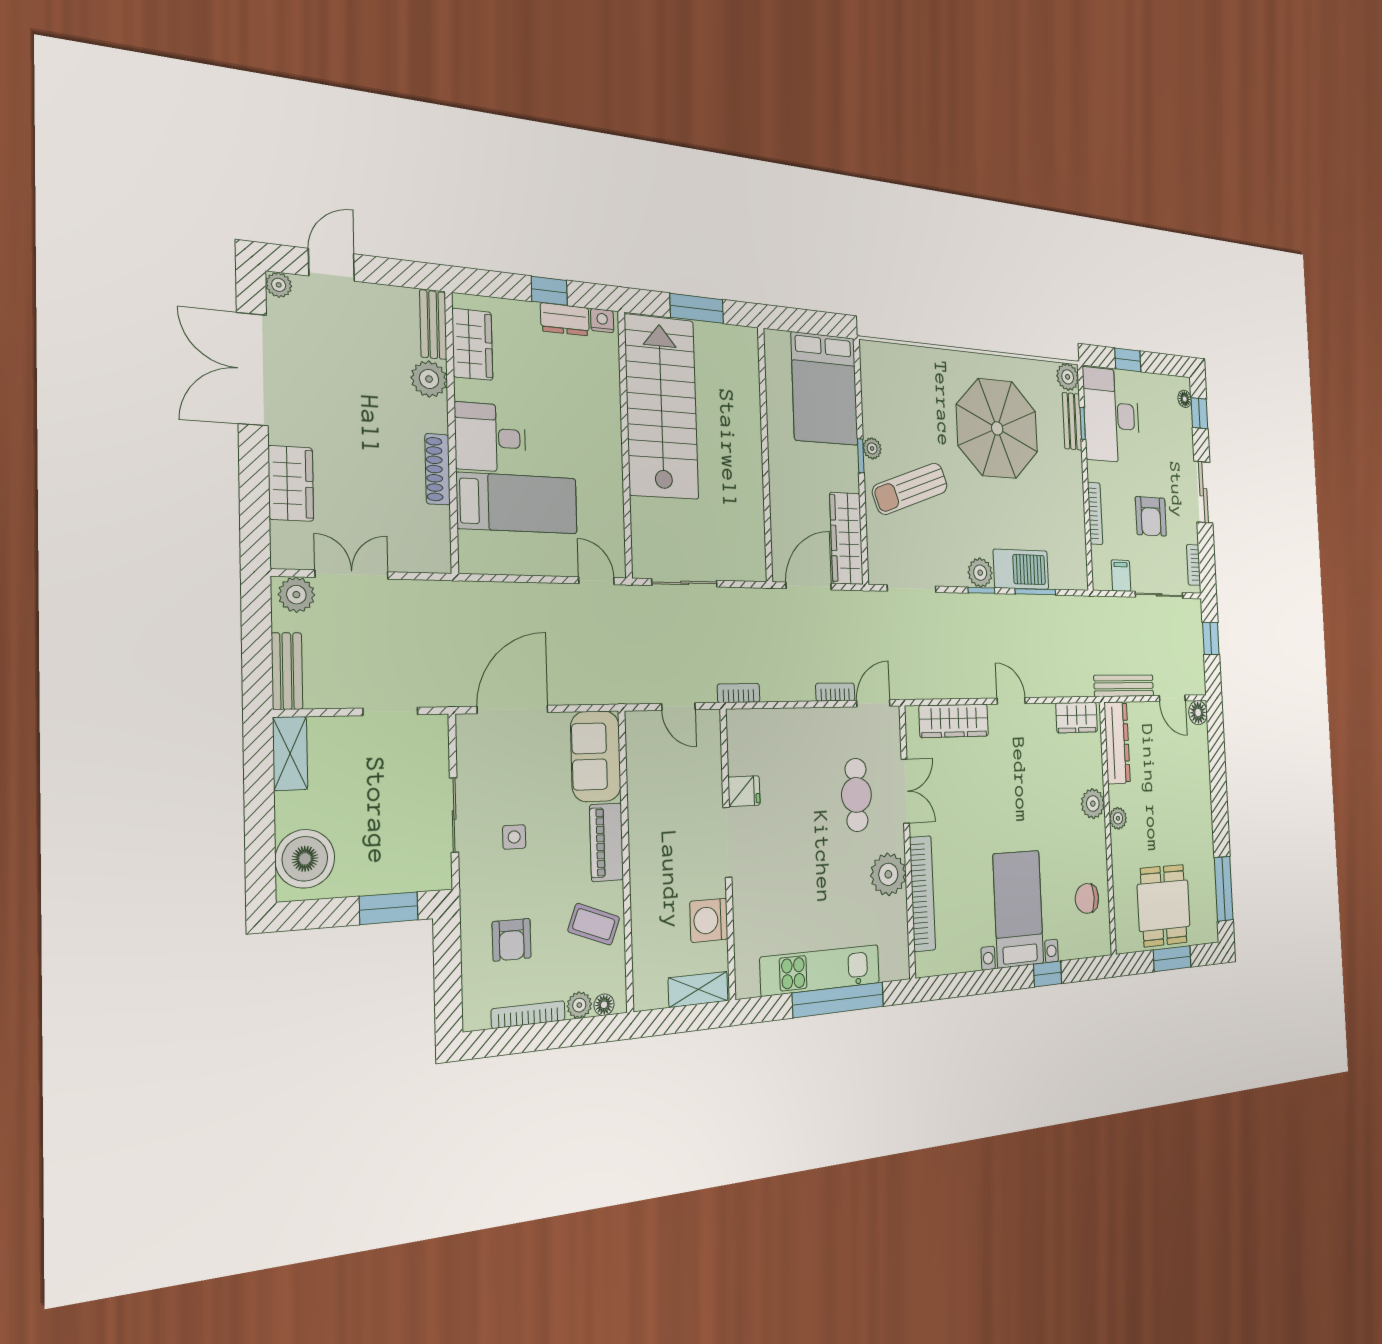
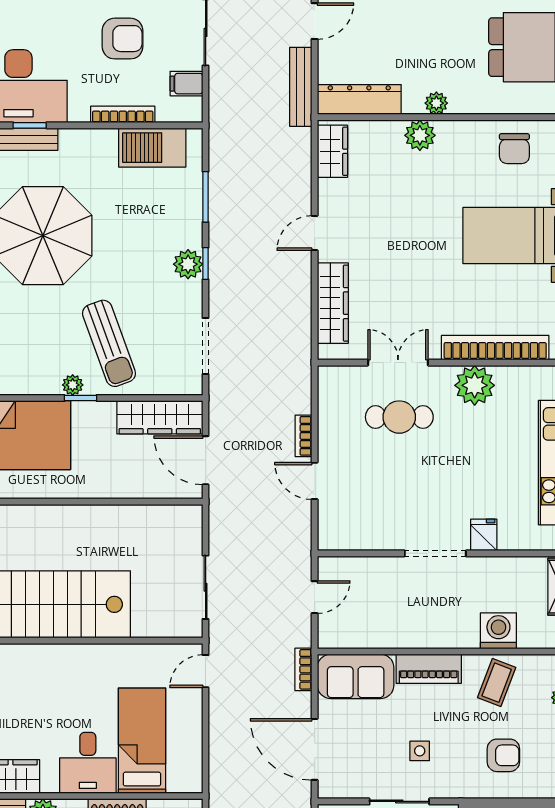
barbecue: (1021, 569) -> (152, 148), moved, turned -90
bookcase: (739, 693) -> (303, 669), moved
door: (873, 703) -> (315, 481), moved
fridge: (744, 791) -> (484, 535), moved
washing machine: (709, 920) -> (498, 631), moved, turned 180

